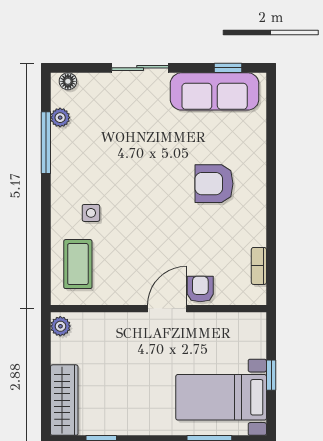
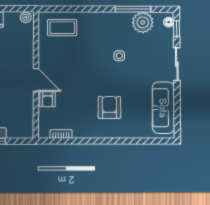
window: (228, 68) -> (177, 28), moved
plant: (60, 118) -> (143, 22), width x1.88, depth x1.88
side table: (91, 213) -> (119, 56), moved
armchair: (200, 289) -> (47, 99), turned 90

